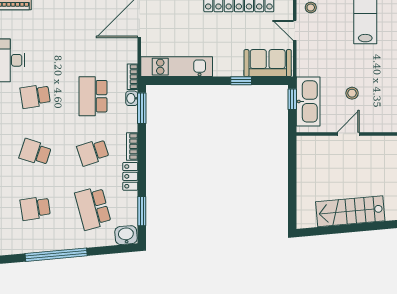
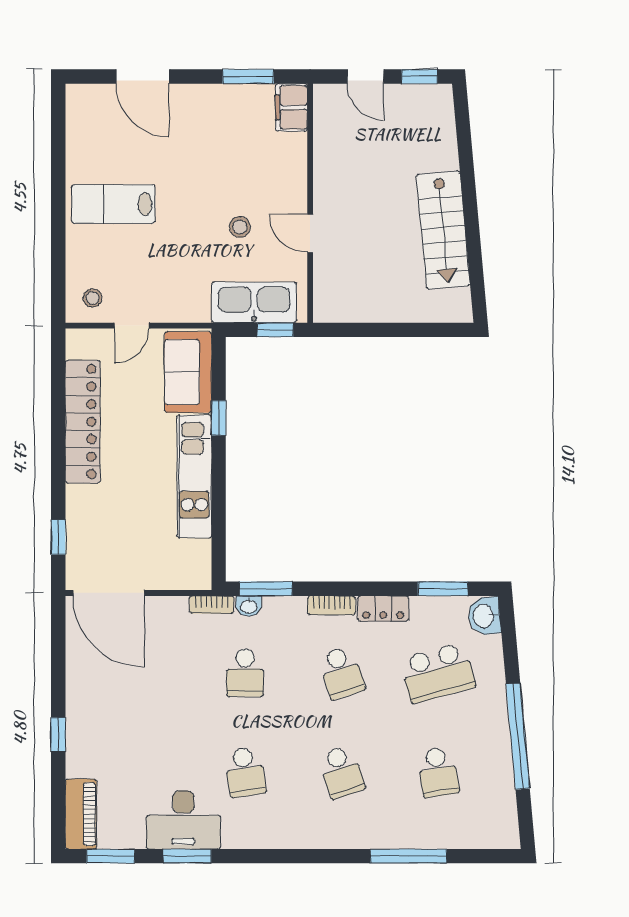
kitchen unit: (177, 67) -> (194, 476), moved
school desk: (93, 96) -> (245, 673), width x0.54
window: (292, 99) -> (275, 330), moved
school desk: (35, 152) -> (342, 772), turned -36

